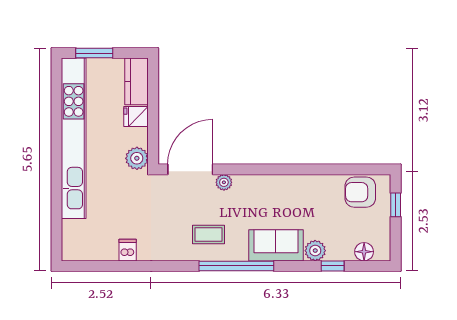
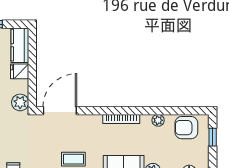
bookcase: (273, 181) -> (121, 119), added
plant: (224, 182) -> (158, 120), moved

